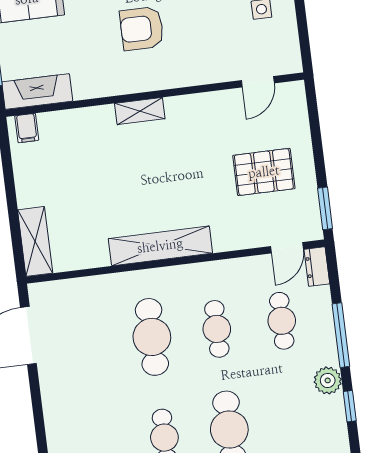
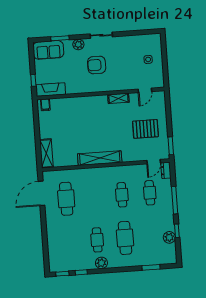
shelving: (140, 111) -> (118, 98), moved
cafe table: (152, 337) -> (66, 199), moved
plant: (328, 380) -> (169, 237), moved

